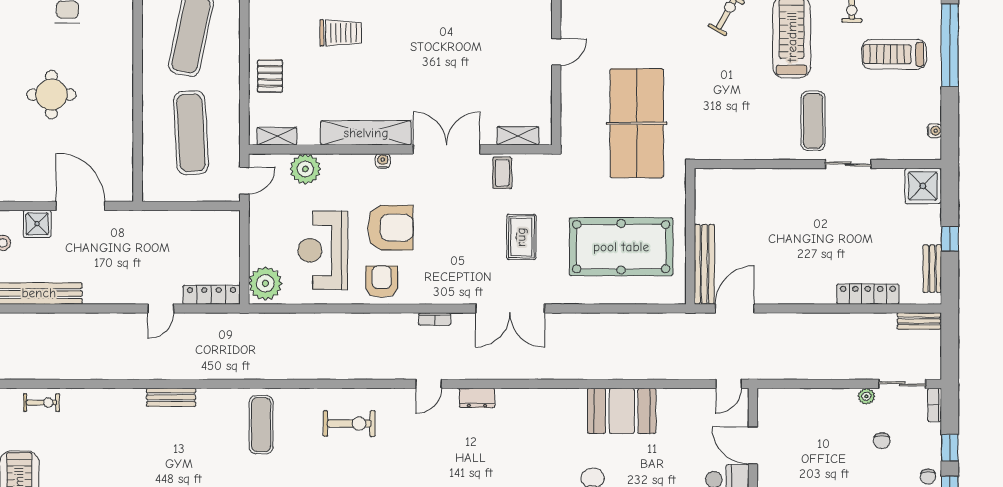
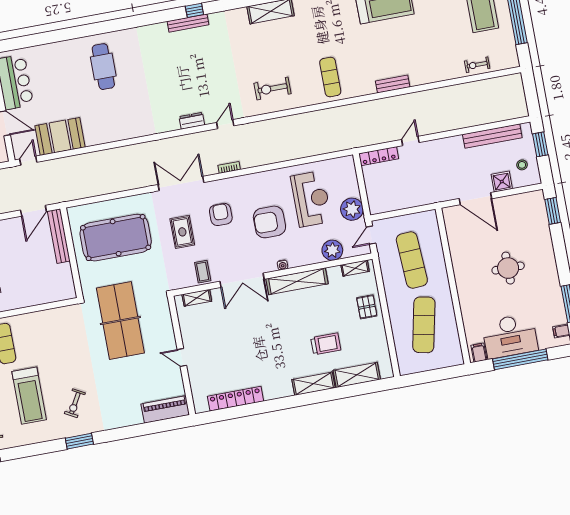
trolley: (341, 33) -> (326, 344), turned 180
door: (556, 52) -> (182, 358), hinge flipped
armchair: (382, 282) -> (221, 214), moved, turned 180
plant: (265, 283) -> (352, 209), moved
booth: (622, 411) -> (60, 136), moved

